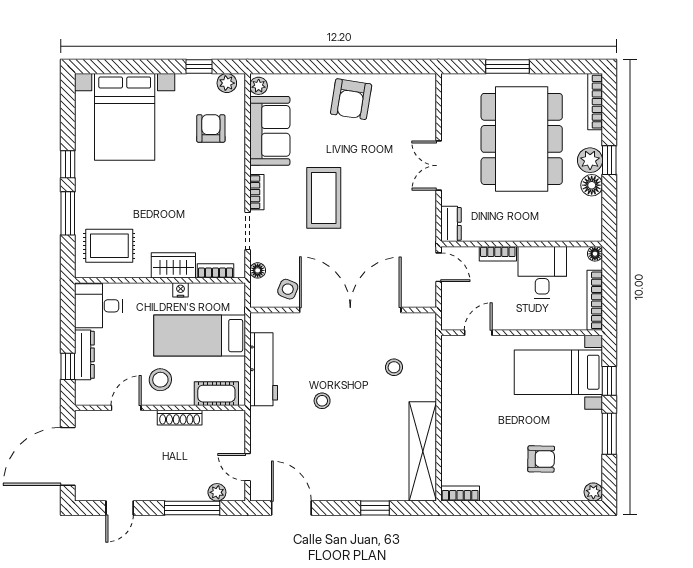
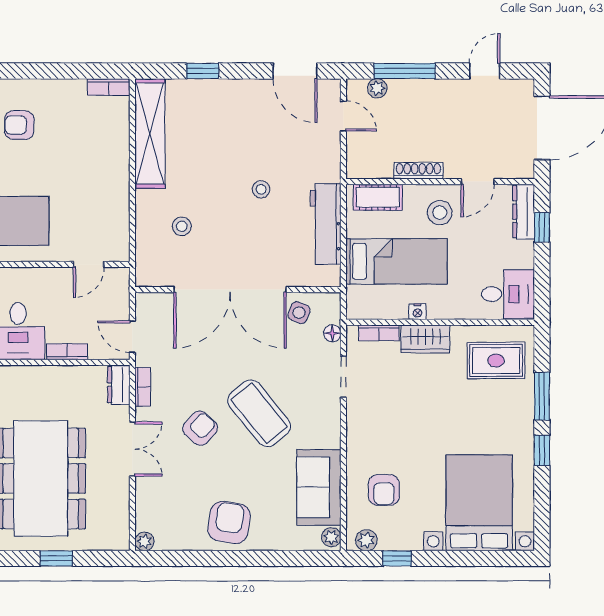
window: (508, 67) -> (56, 558), width x0.67
plant: (428, 82) -> (144, 541), added
armchair: (377, 184) -> (200, 428), added
bookcase: (257, 192) -> (143, 387), moved, turned 180
coffee table: (324, 198) -> (259, 413), turned -39
dresser: (84, 355) -> (524, 212), moved

